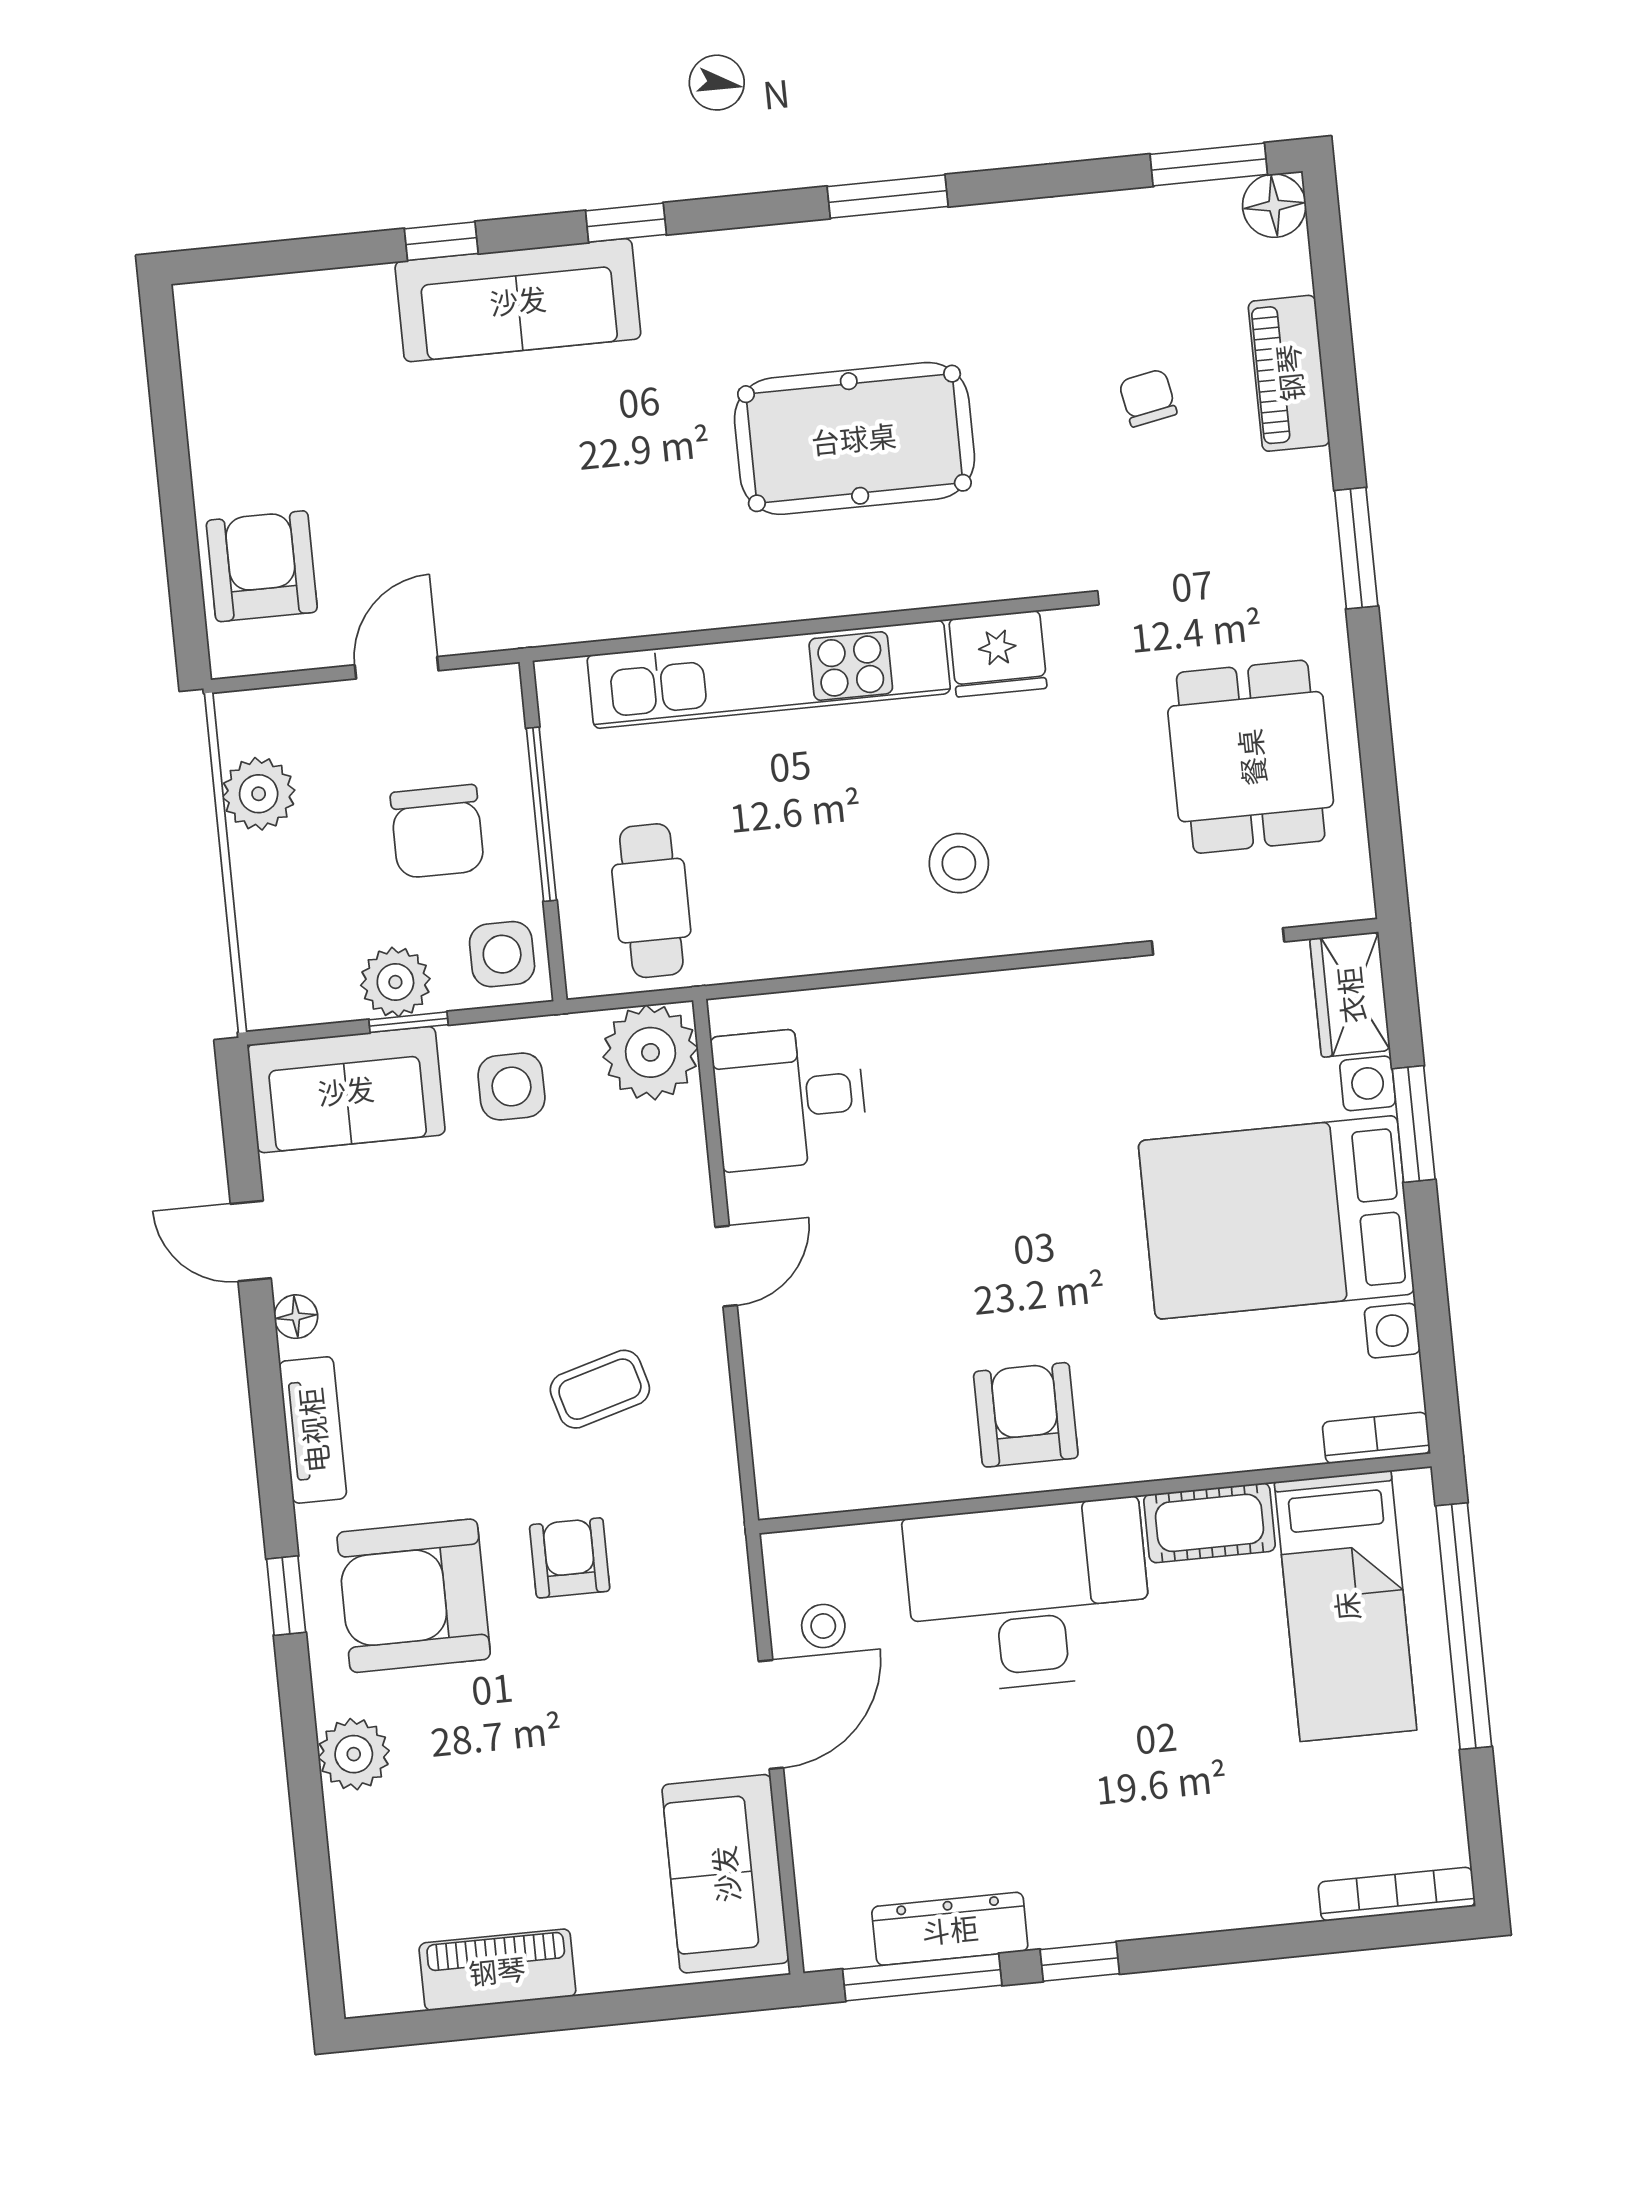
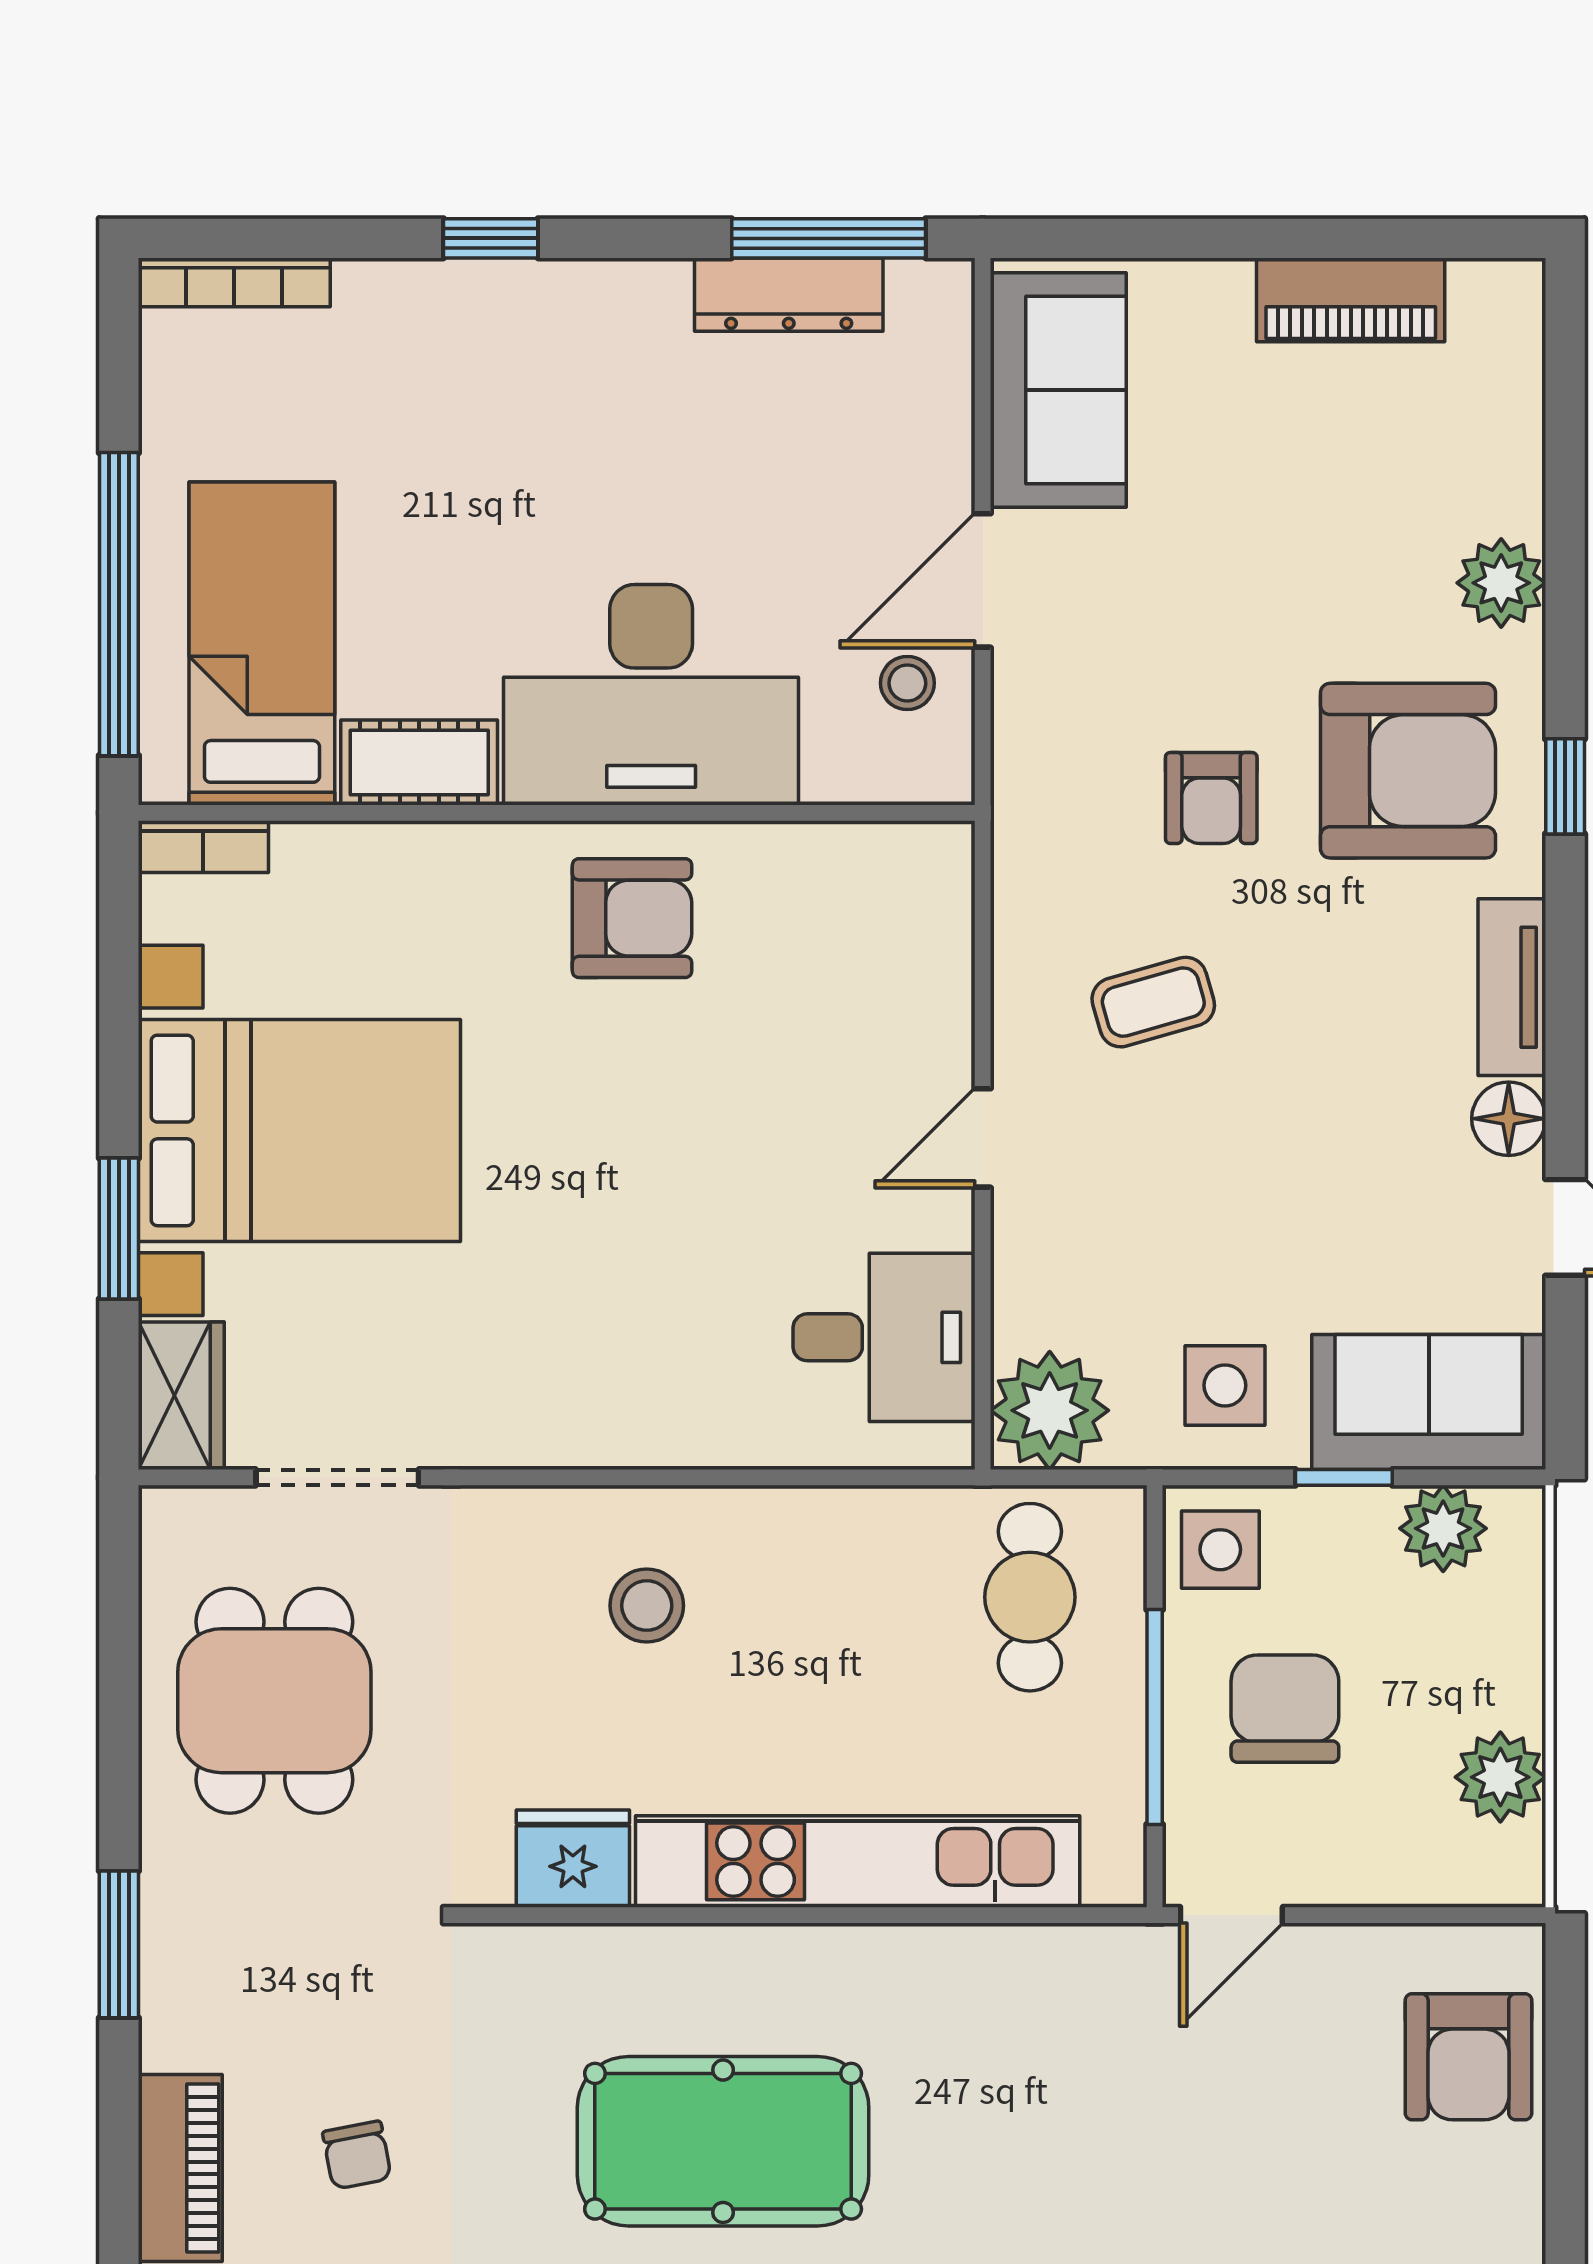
door: (397, 668) -> (1231, 1915), moved
plant: (395, 982) -> (1443, 1528), moved
floor lamp: (296, 1317) -> (1509, 1119), width x1.37, depth x1.37
armchair: (1026, 1415) -> (632, 918), turned -90
window: (1080, 1962) -> (491, 238), moved

